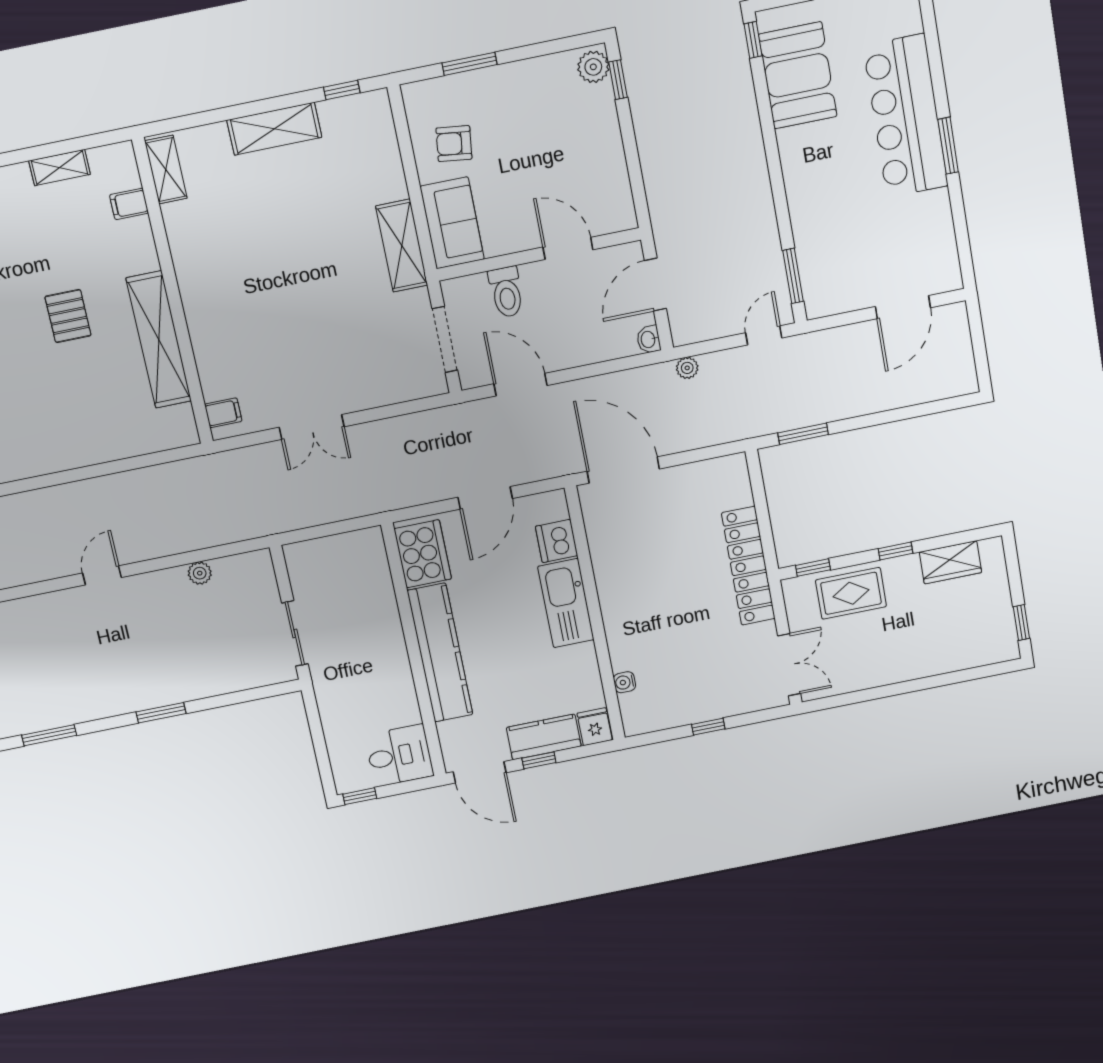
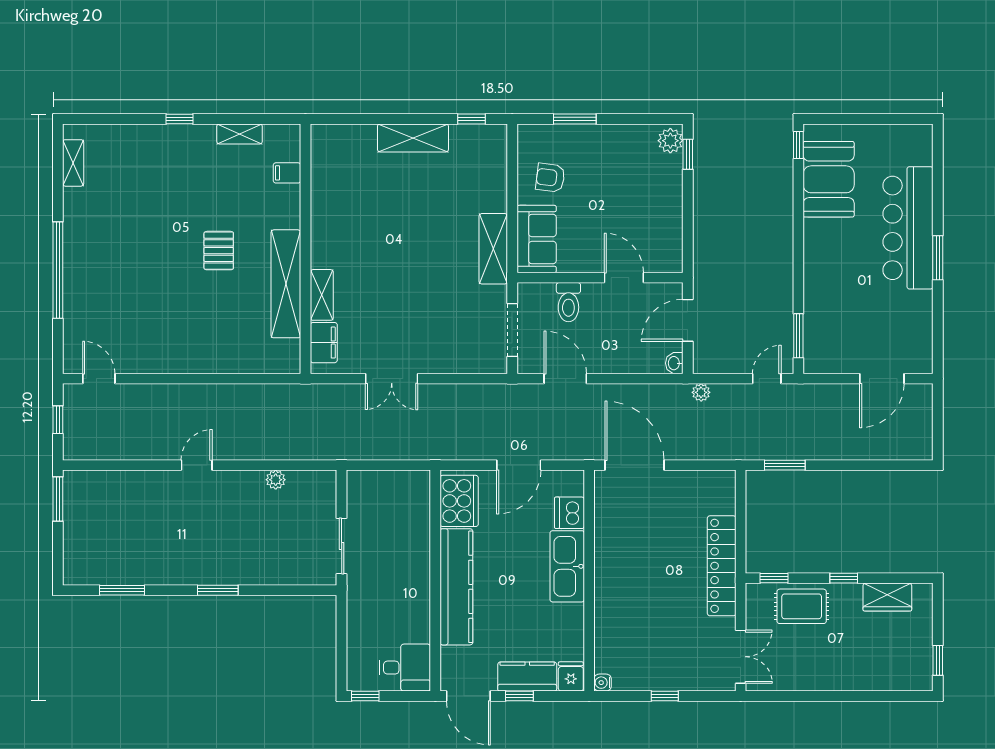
shelving: (166, 170) -> (322, 295), moved
filing cabinet: (223, 413) -> (324, 343), width x2.00
water cooler: (624, 682) -> (603, 683), moved

